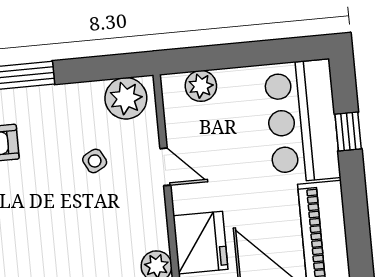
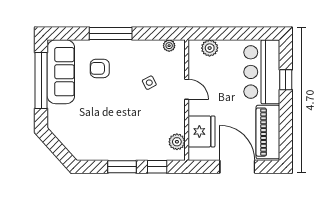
plant: (126, 98) -> (169, 46), width x0.53, depth x0.53

